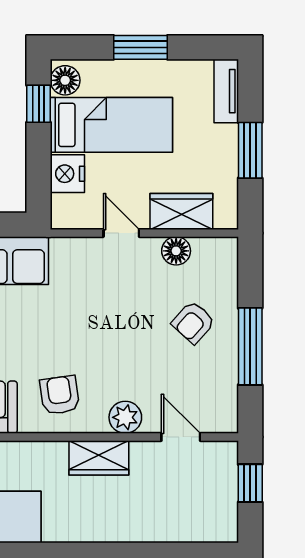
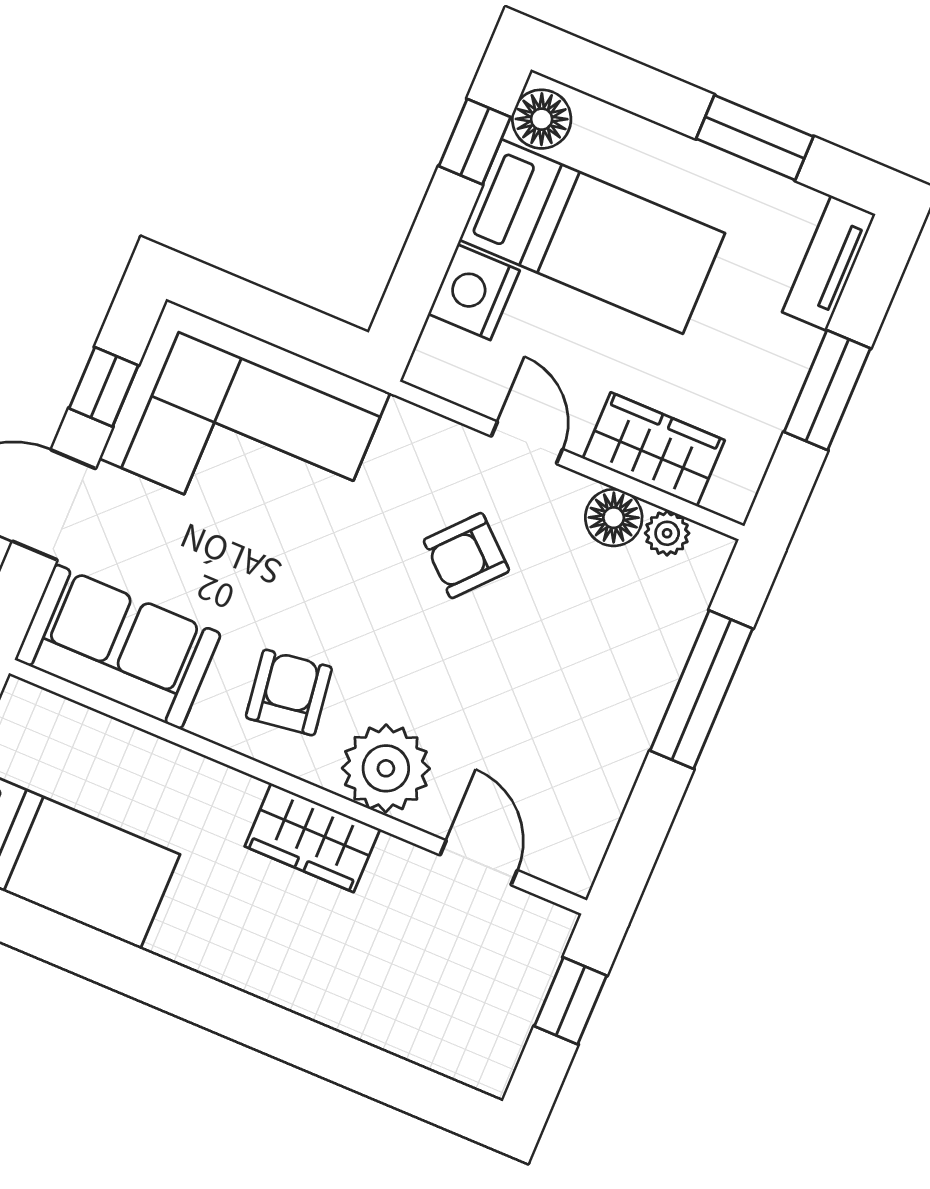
window: (140, 47) -> (755, 138), moved
plant: (204, 248) -> (667, 533), added
armchair: (193, 322) -> (466, 556), moved
window: (250, 346) -> (701, 690), moved
plant: (125, 417) -> (386, 768), width x1.36, depth x1.36

